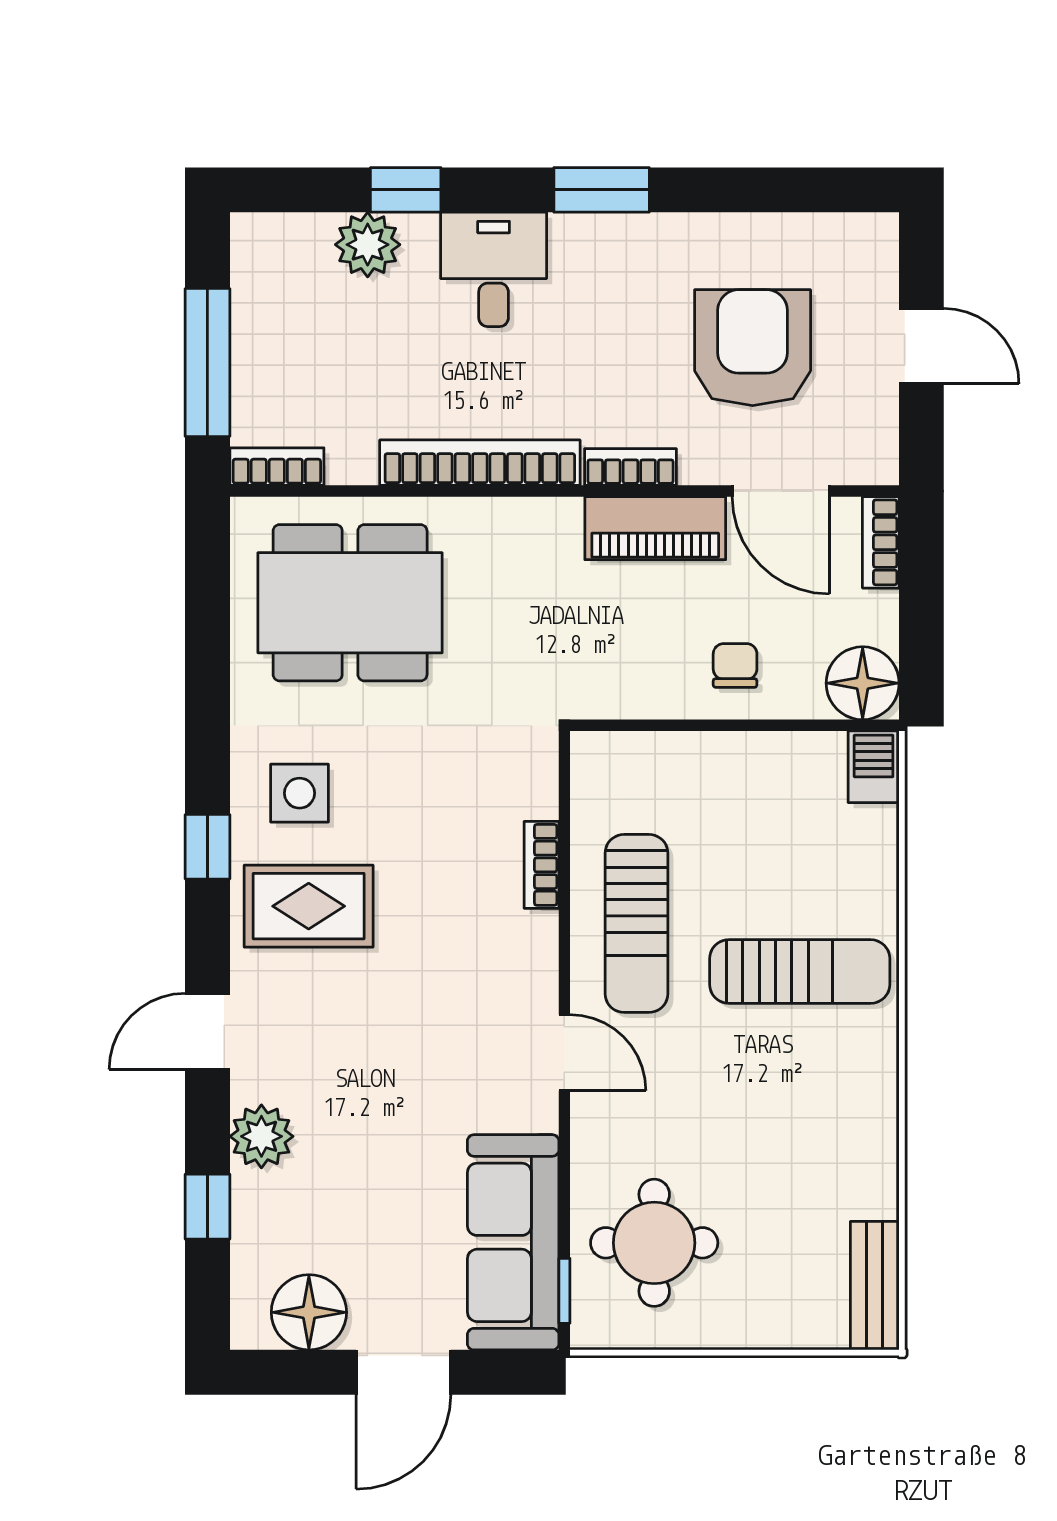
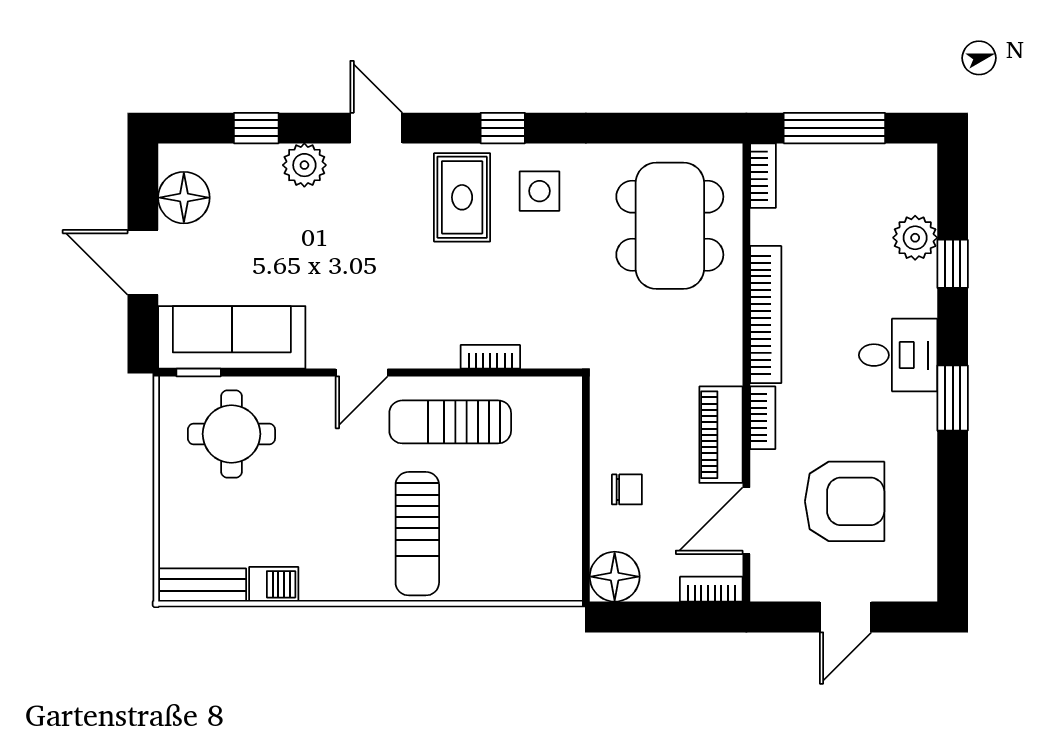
desk: (494, 269) -> (898, 355), moved
barbecue: (874, 767) -> (274, 584), moved

